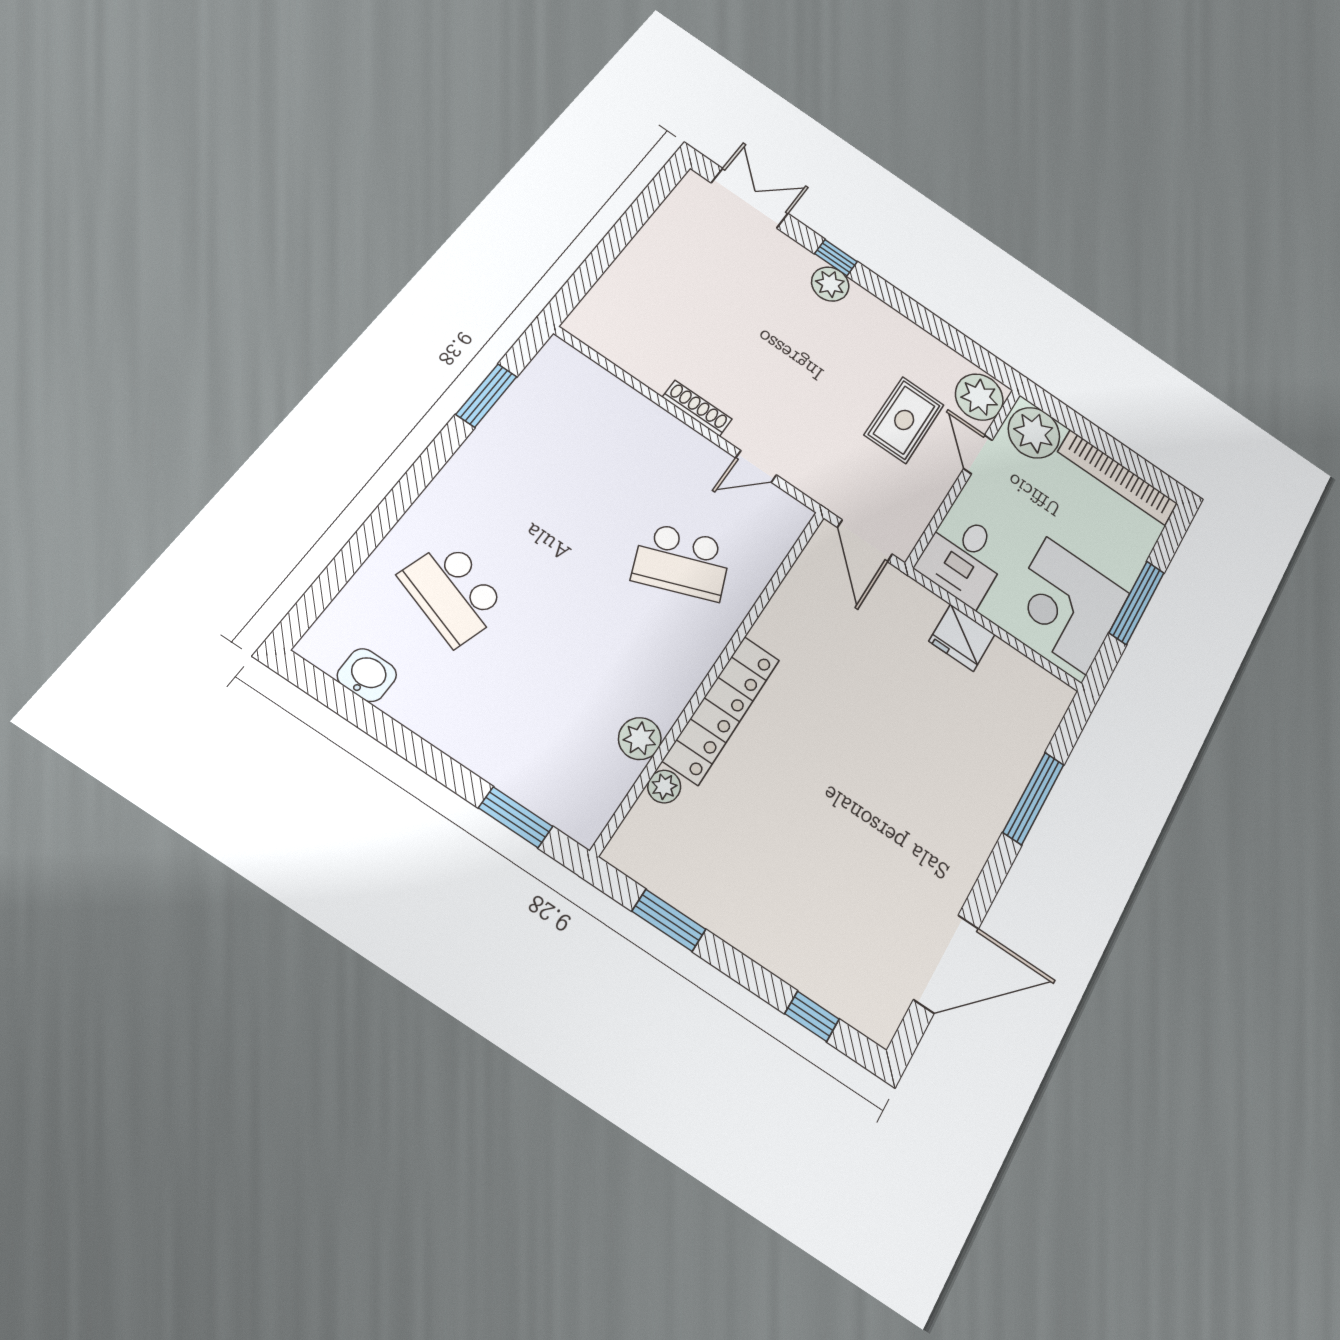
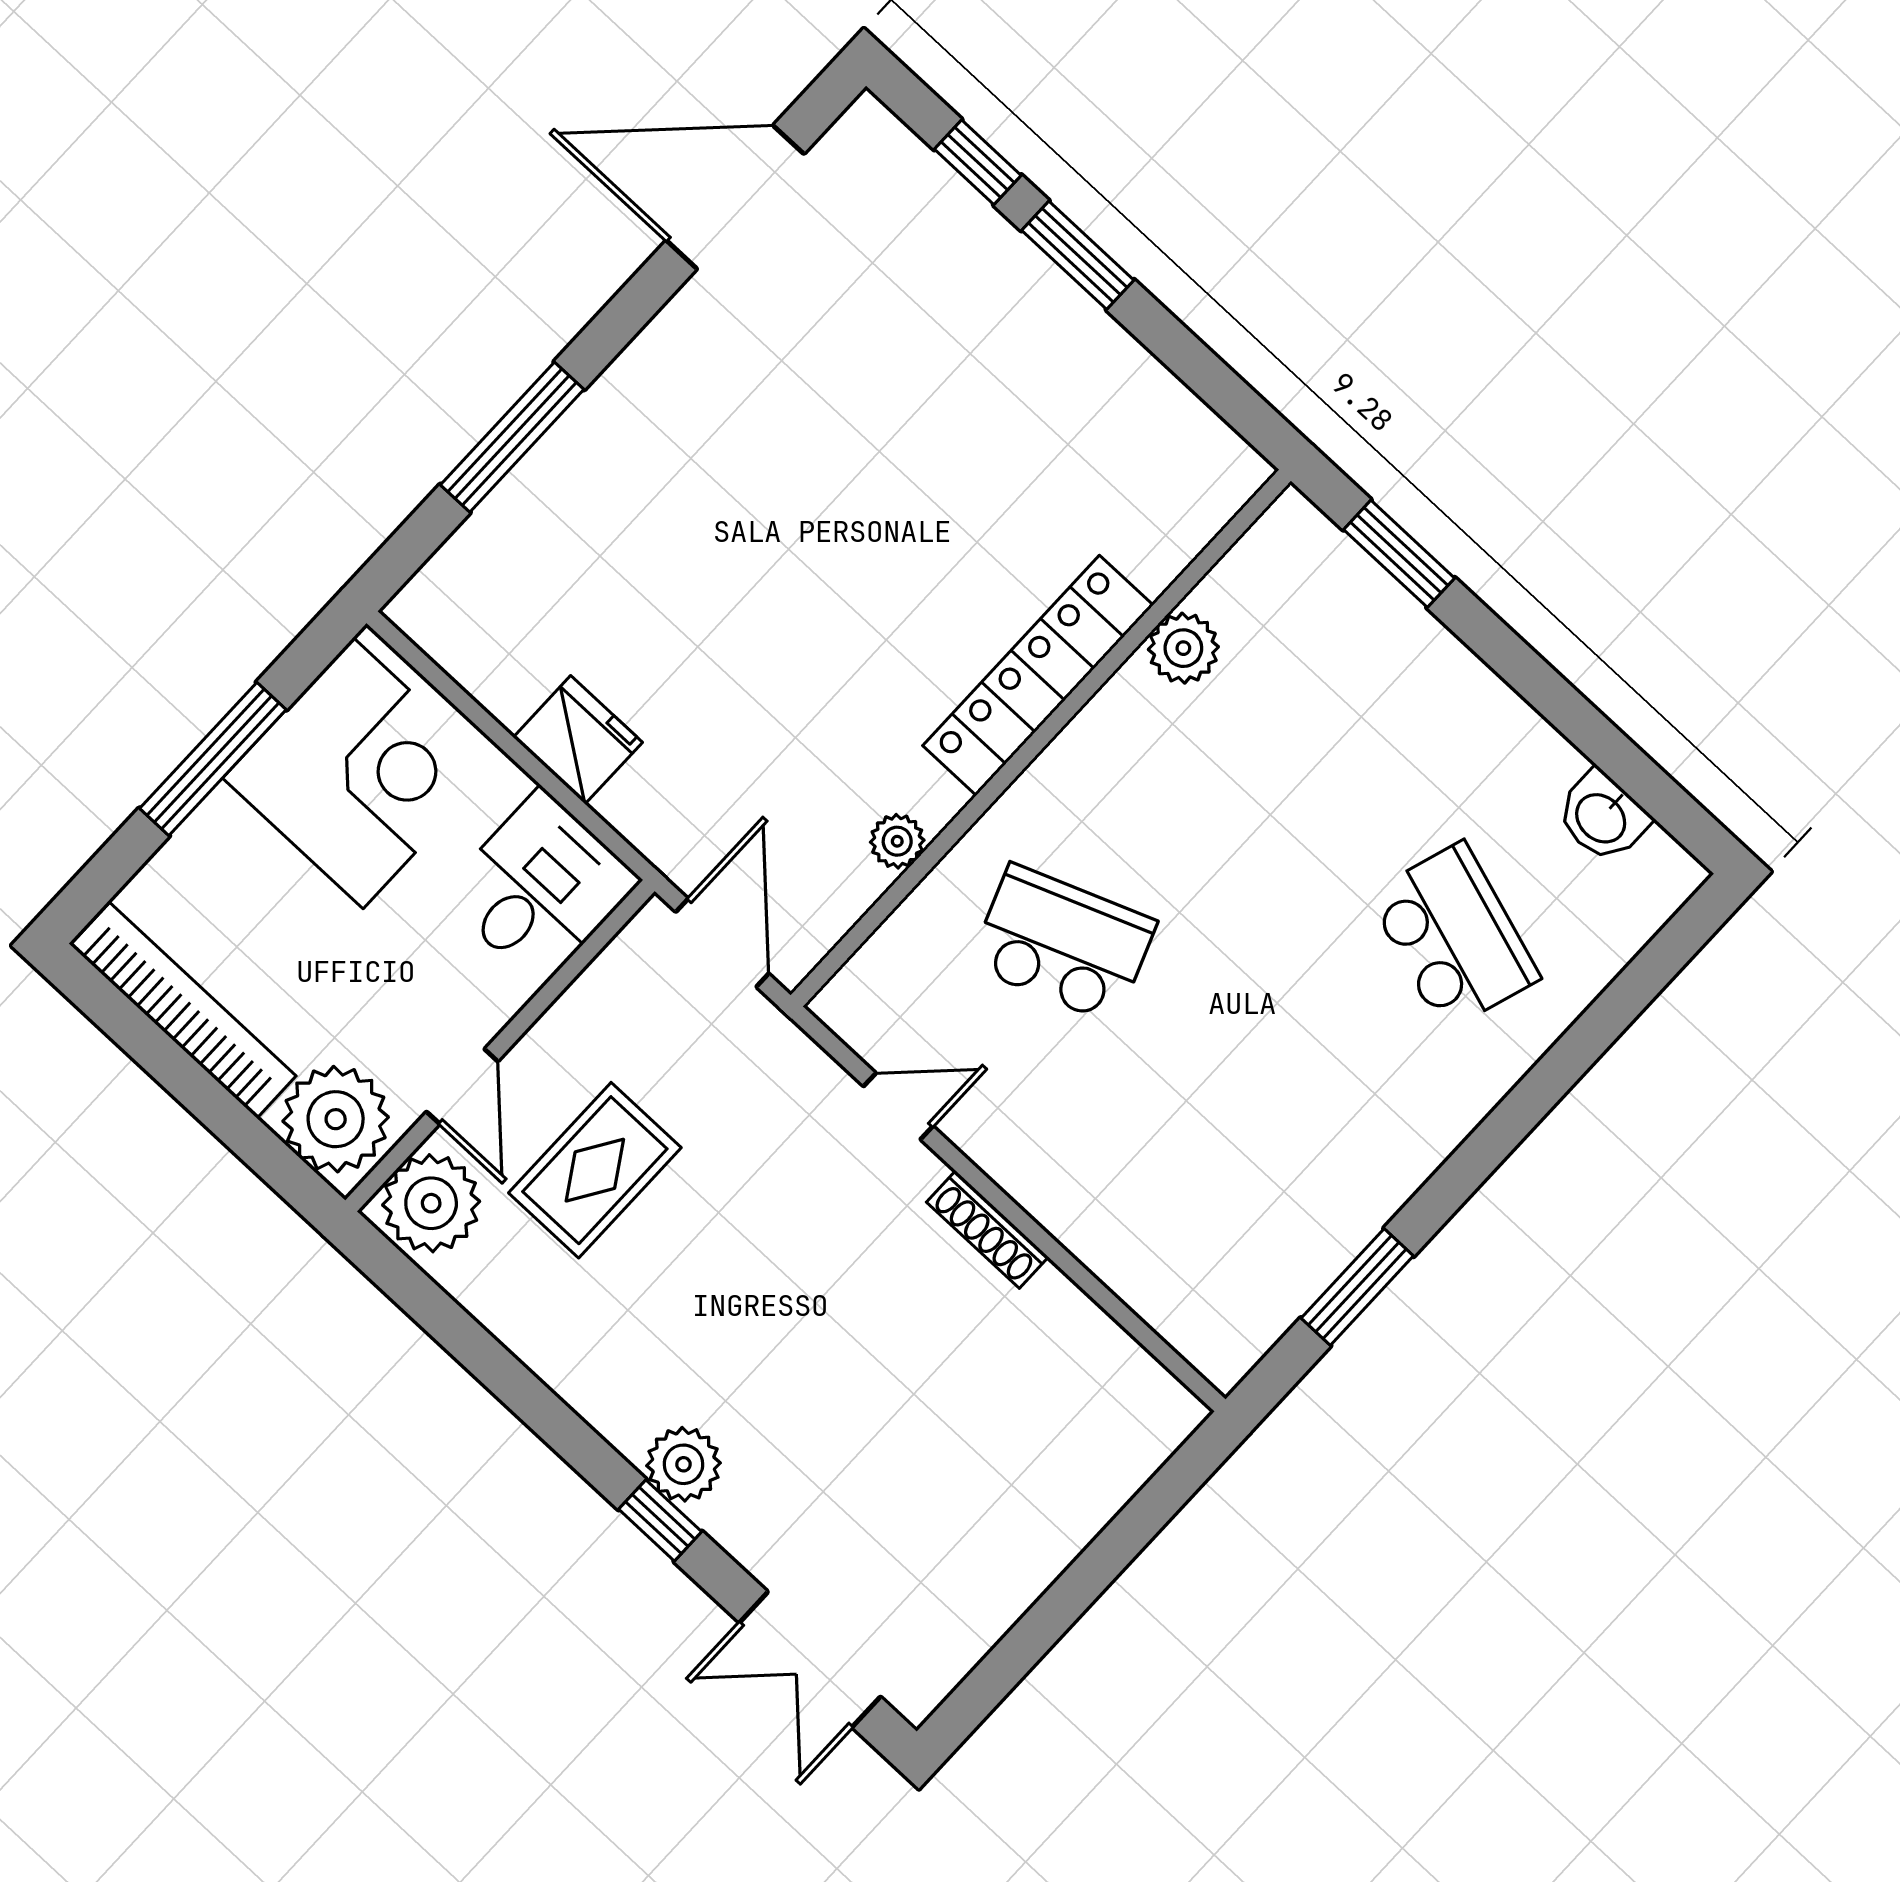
plant: (664, 787) -> (897, 841), moved
window: (669, 920) -> (1078, 255), moved

